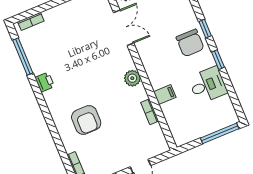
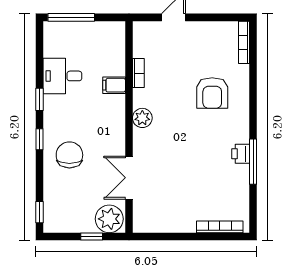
bookcase: (31, 21) -> (220, 227), width x1.56
chair: (190, 43) -> (69, 155), moved
window: (23, 57) -> (253, 162), moved
armchair: (86, 120) -> (212, 93), turned 180

